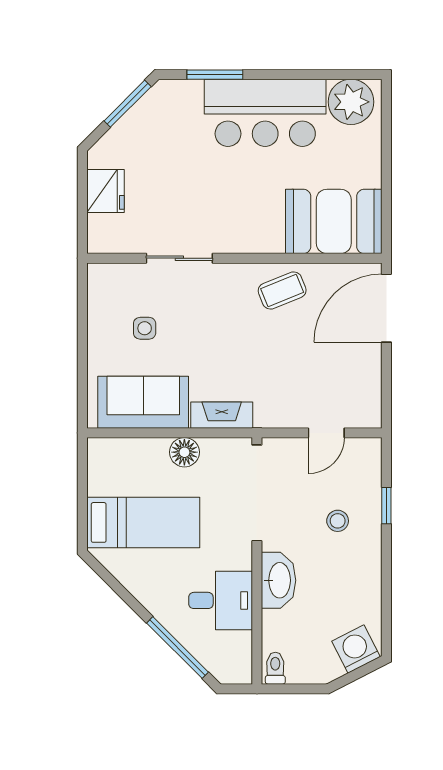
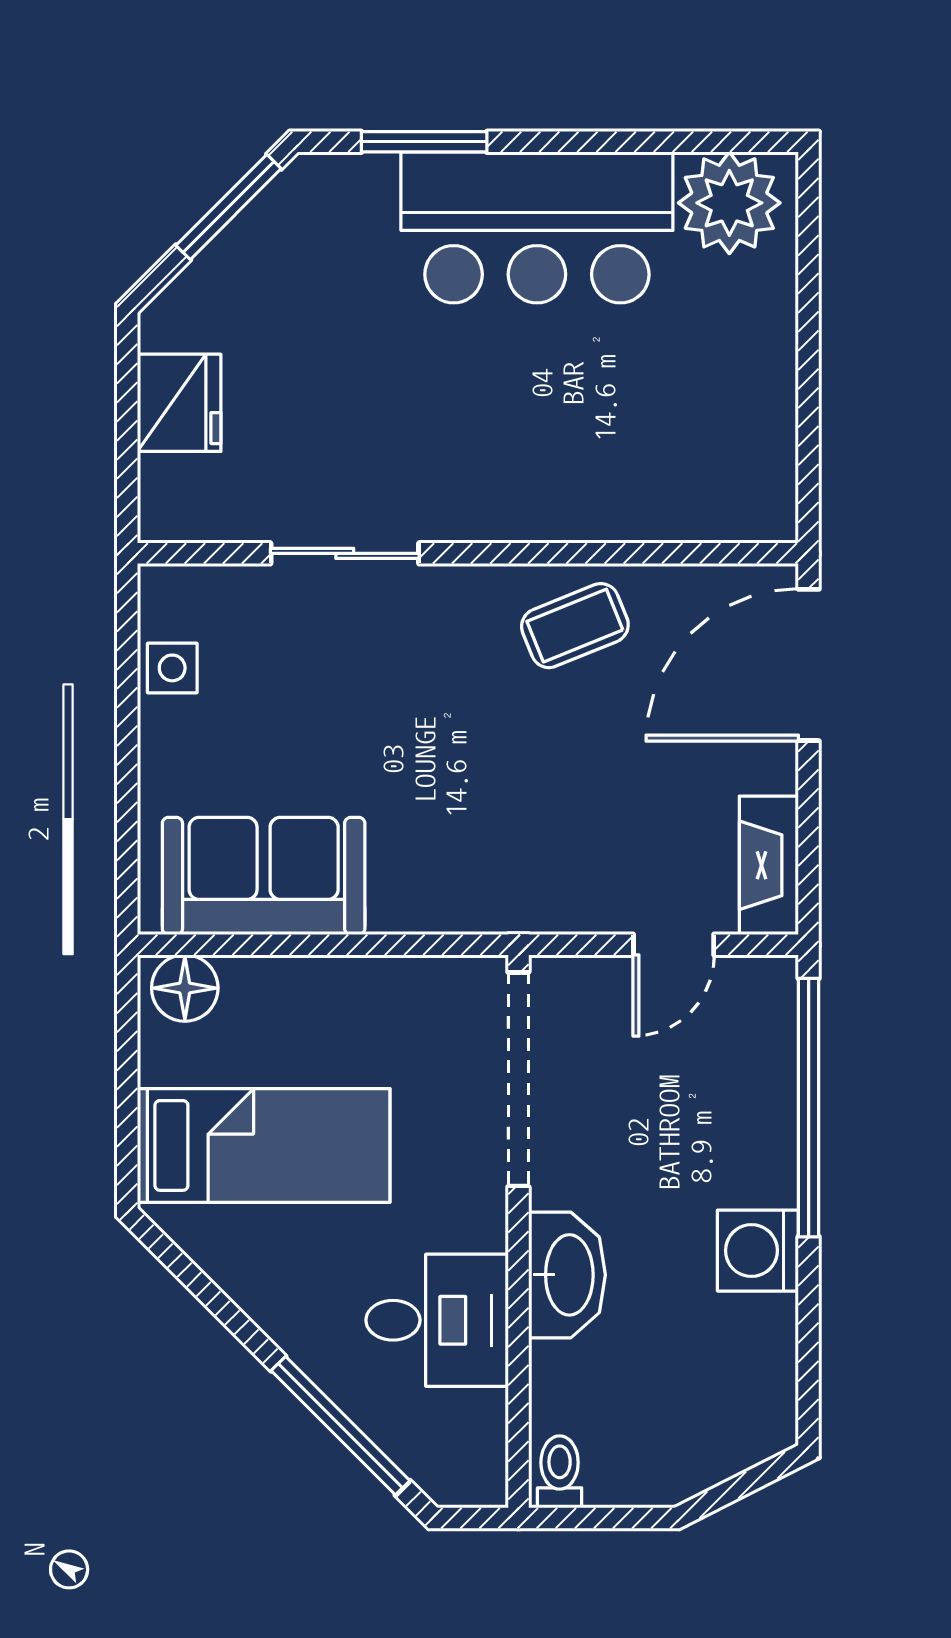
booth: (334, 221) -> (691, 471), removed
side table: (145, 328) -> (172, 668), moved
fireplace: (222, 415) -> (769, 865), moved, turned -90
floor lamp: (184, 452) -> (185, 988), moved
window: (386, 506) -> (809, 1108), width x3.17
stool: (338, 521) -> (699, 1142), removed
washing machine: (356, 649) -> (758, 1251), moved, turned -63

